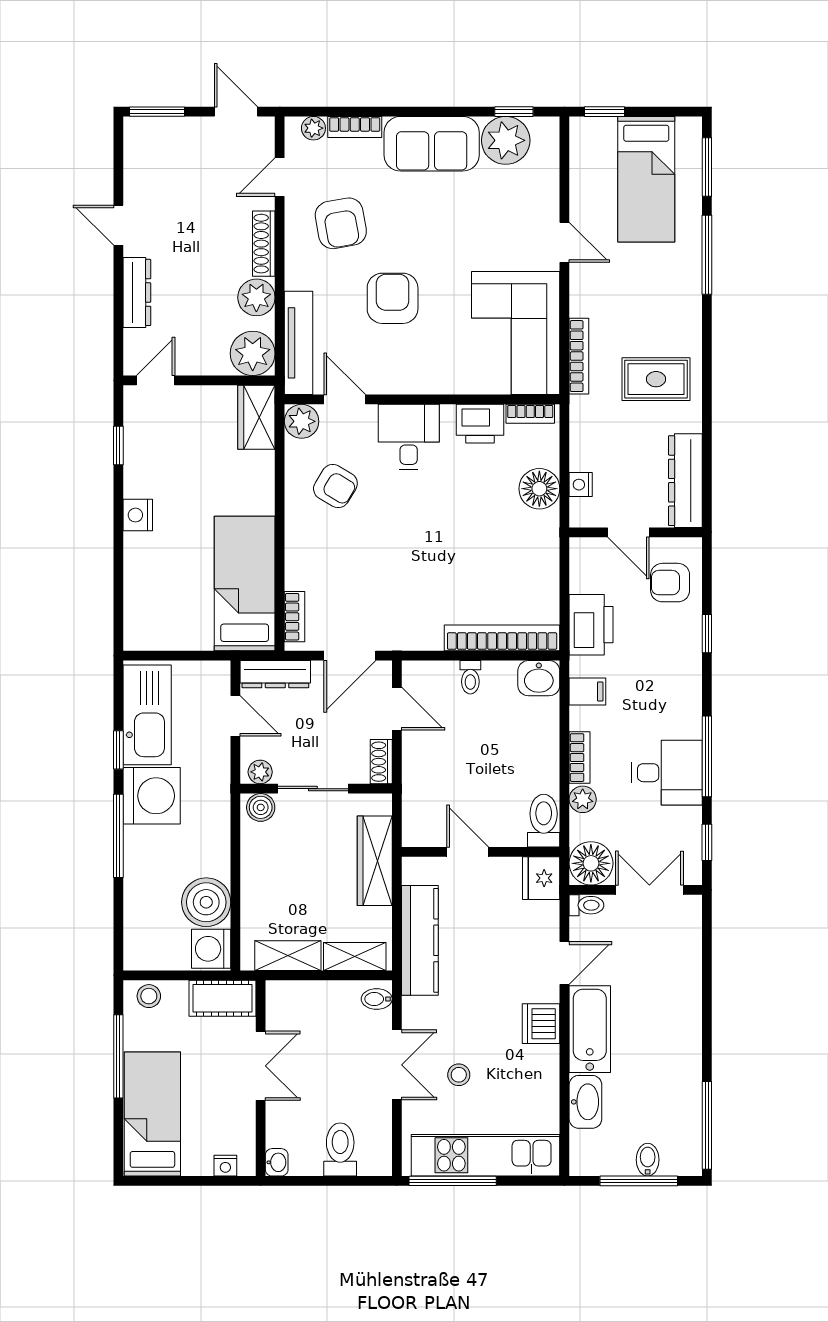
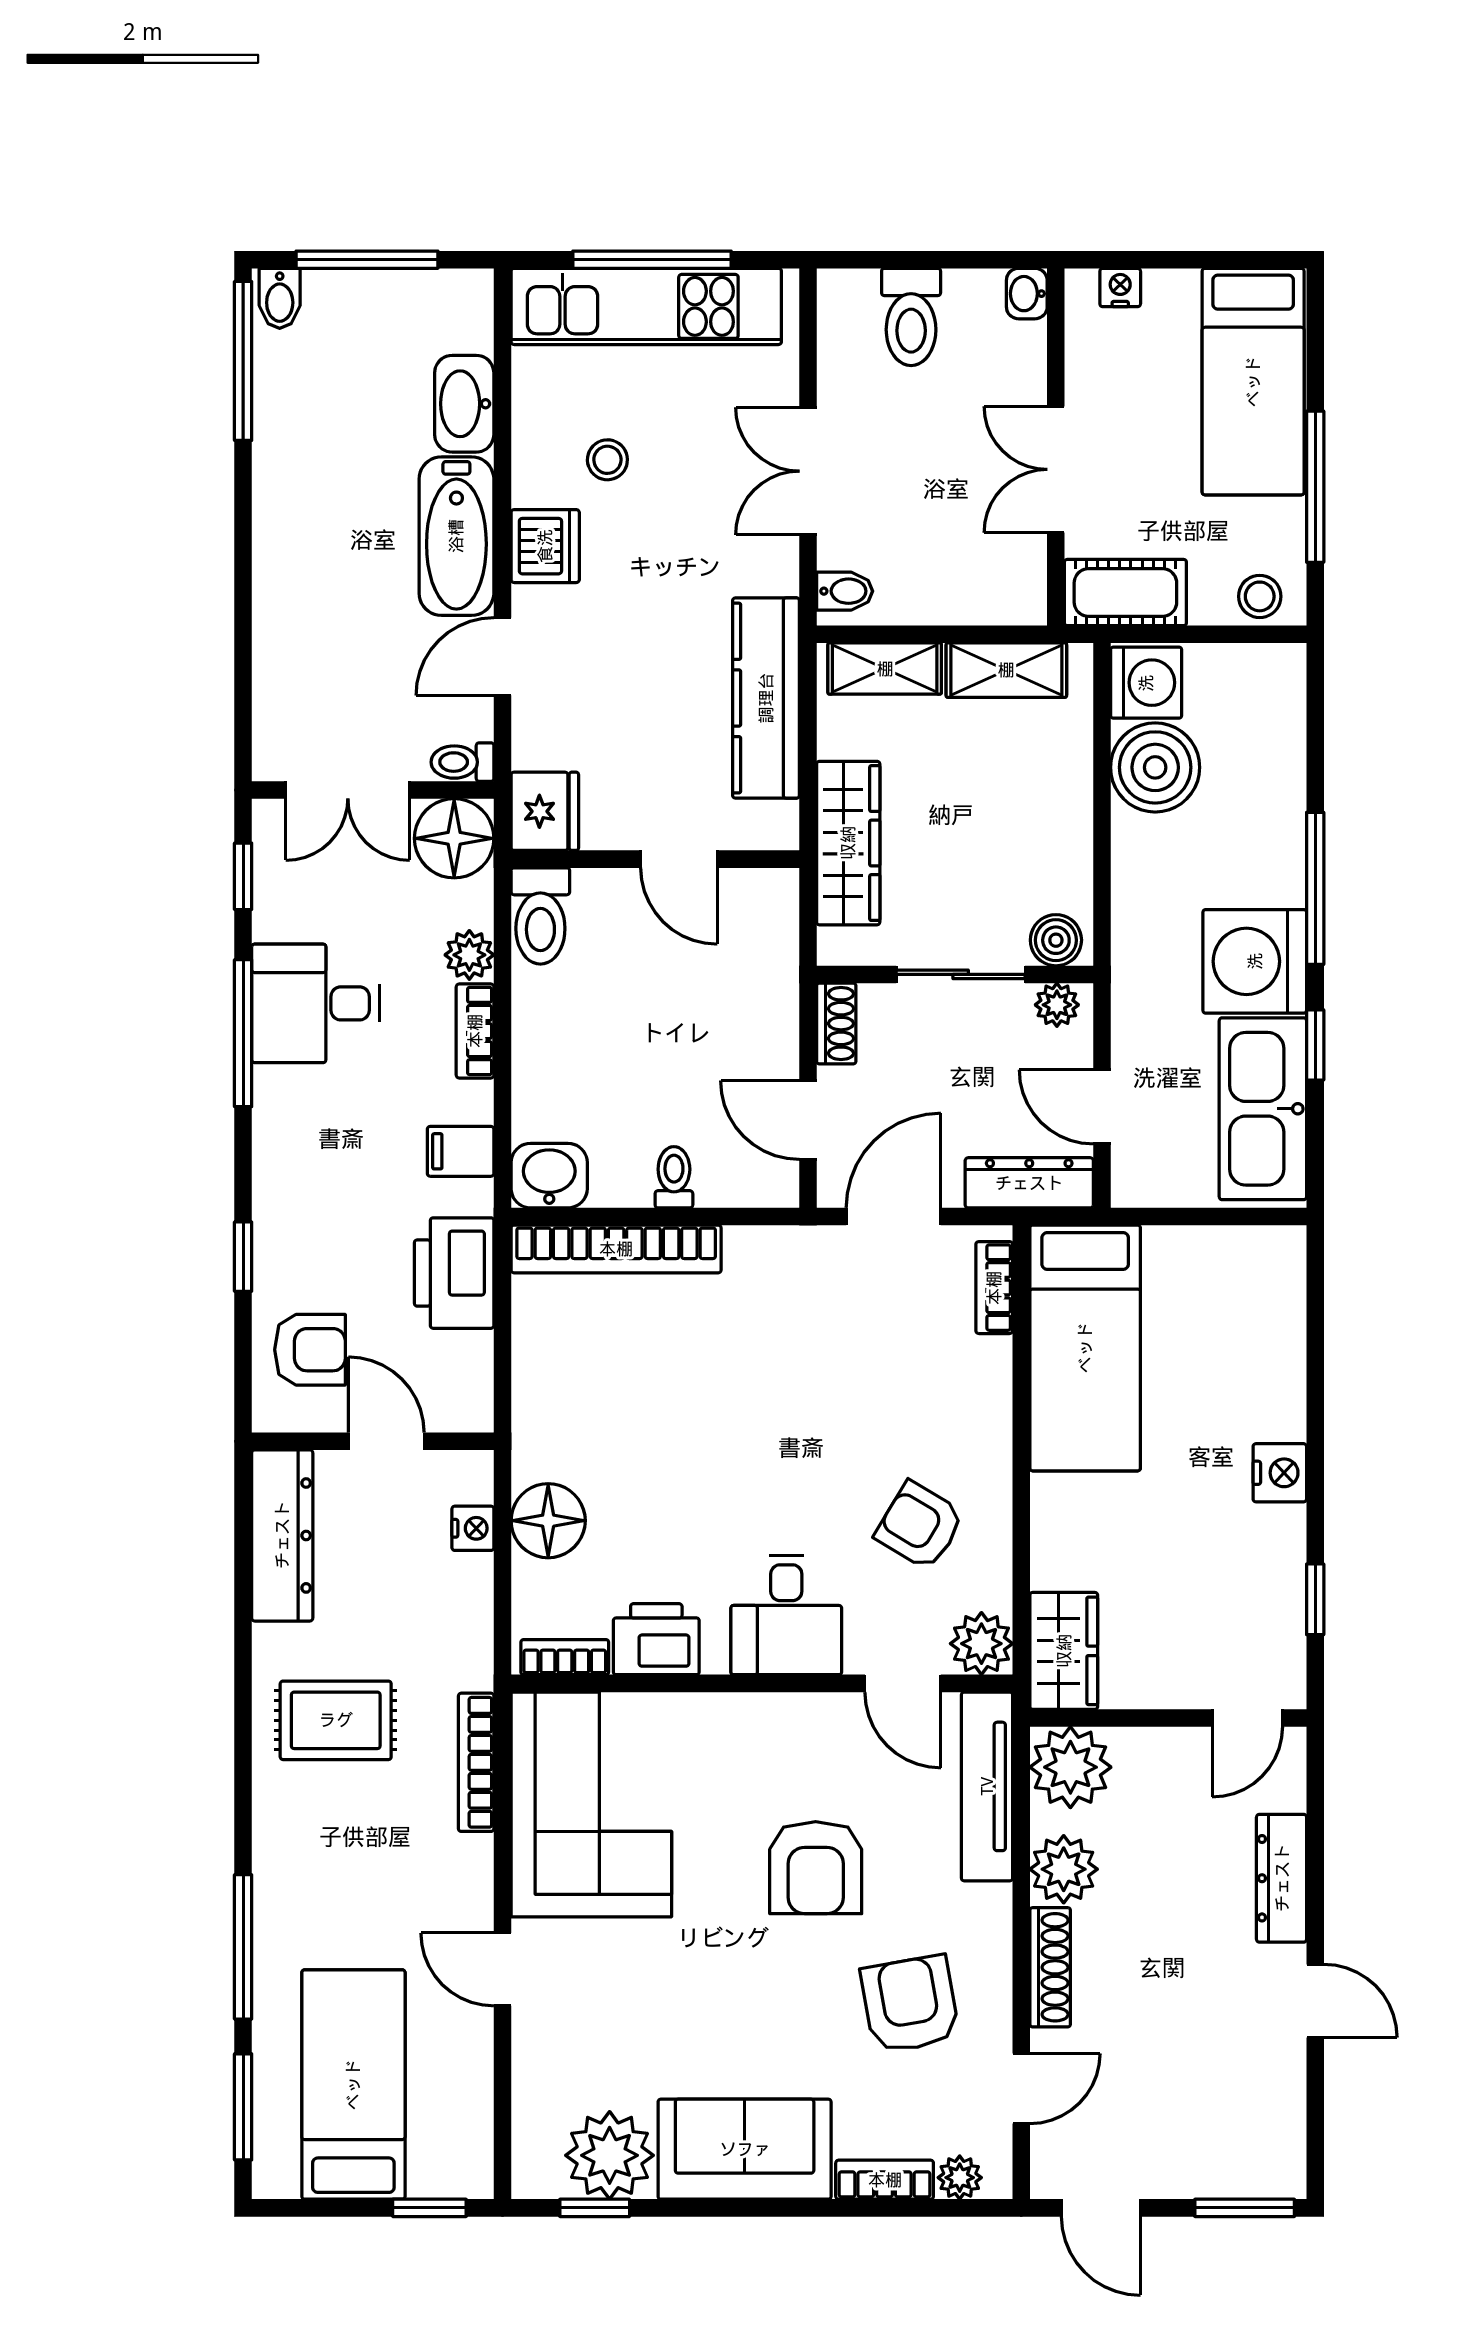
stool: (459, 1075) -> (607, 460), moved
bidet: (648, 1160) -> (280, 298), moved
window: (453, 1181) -> (652, 260), moved

